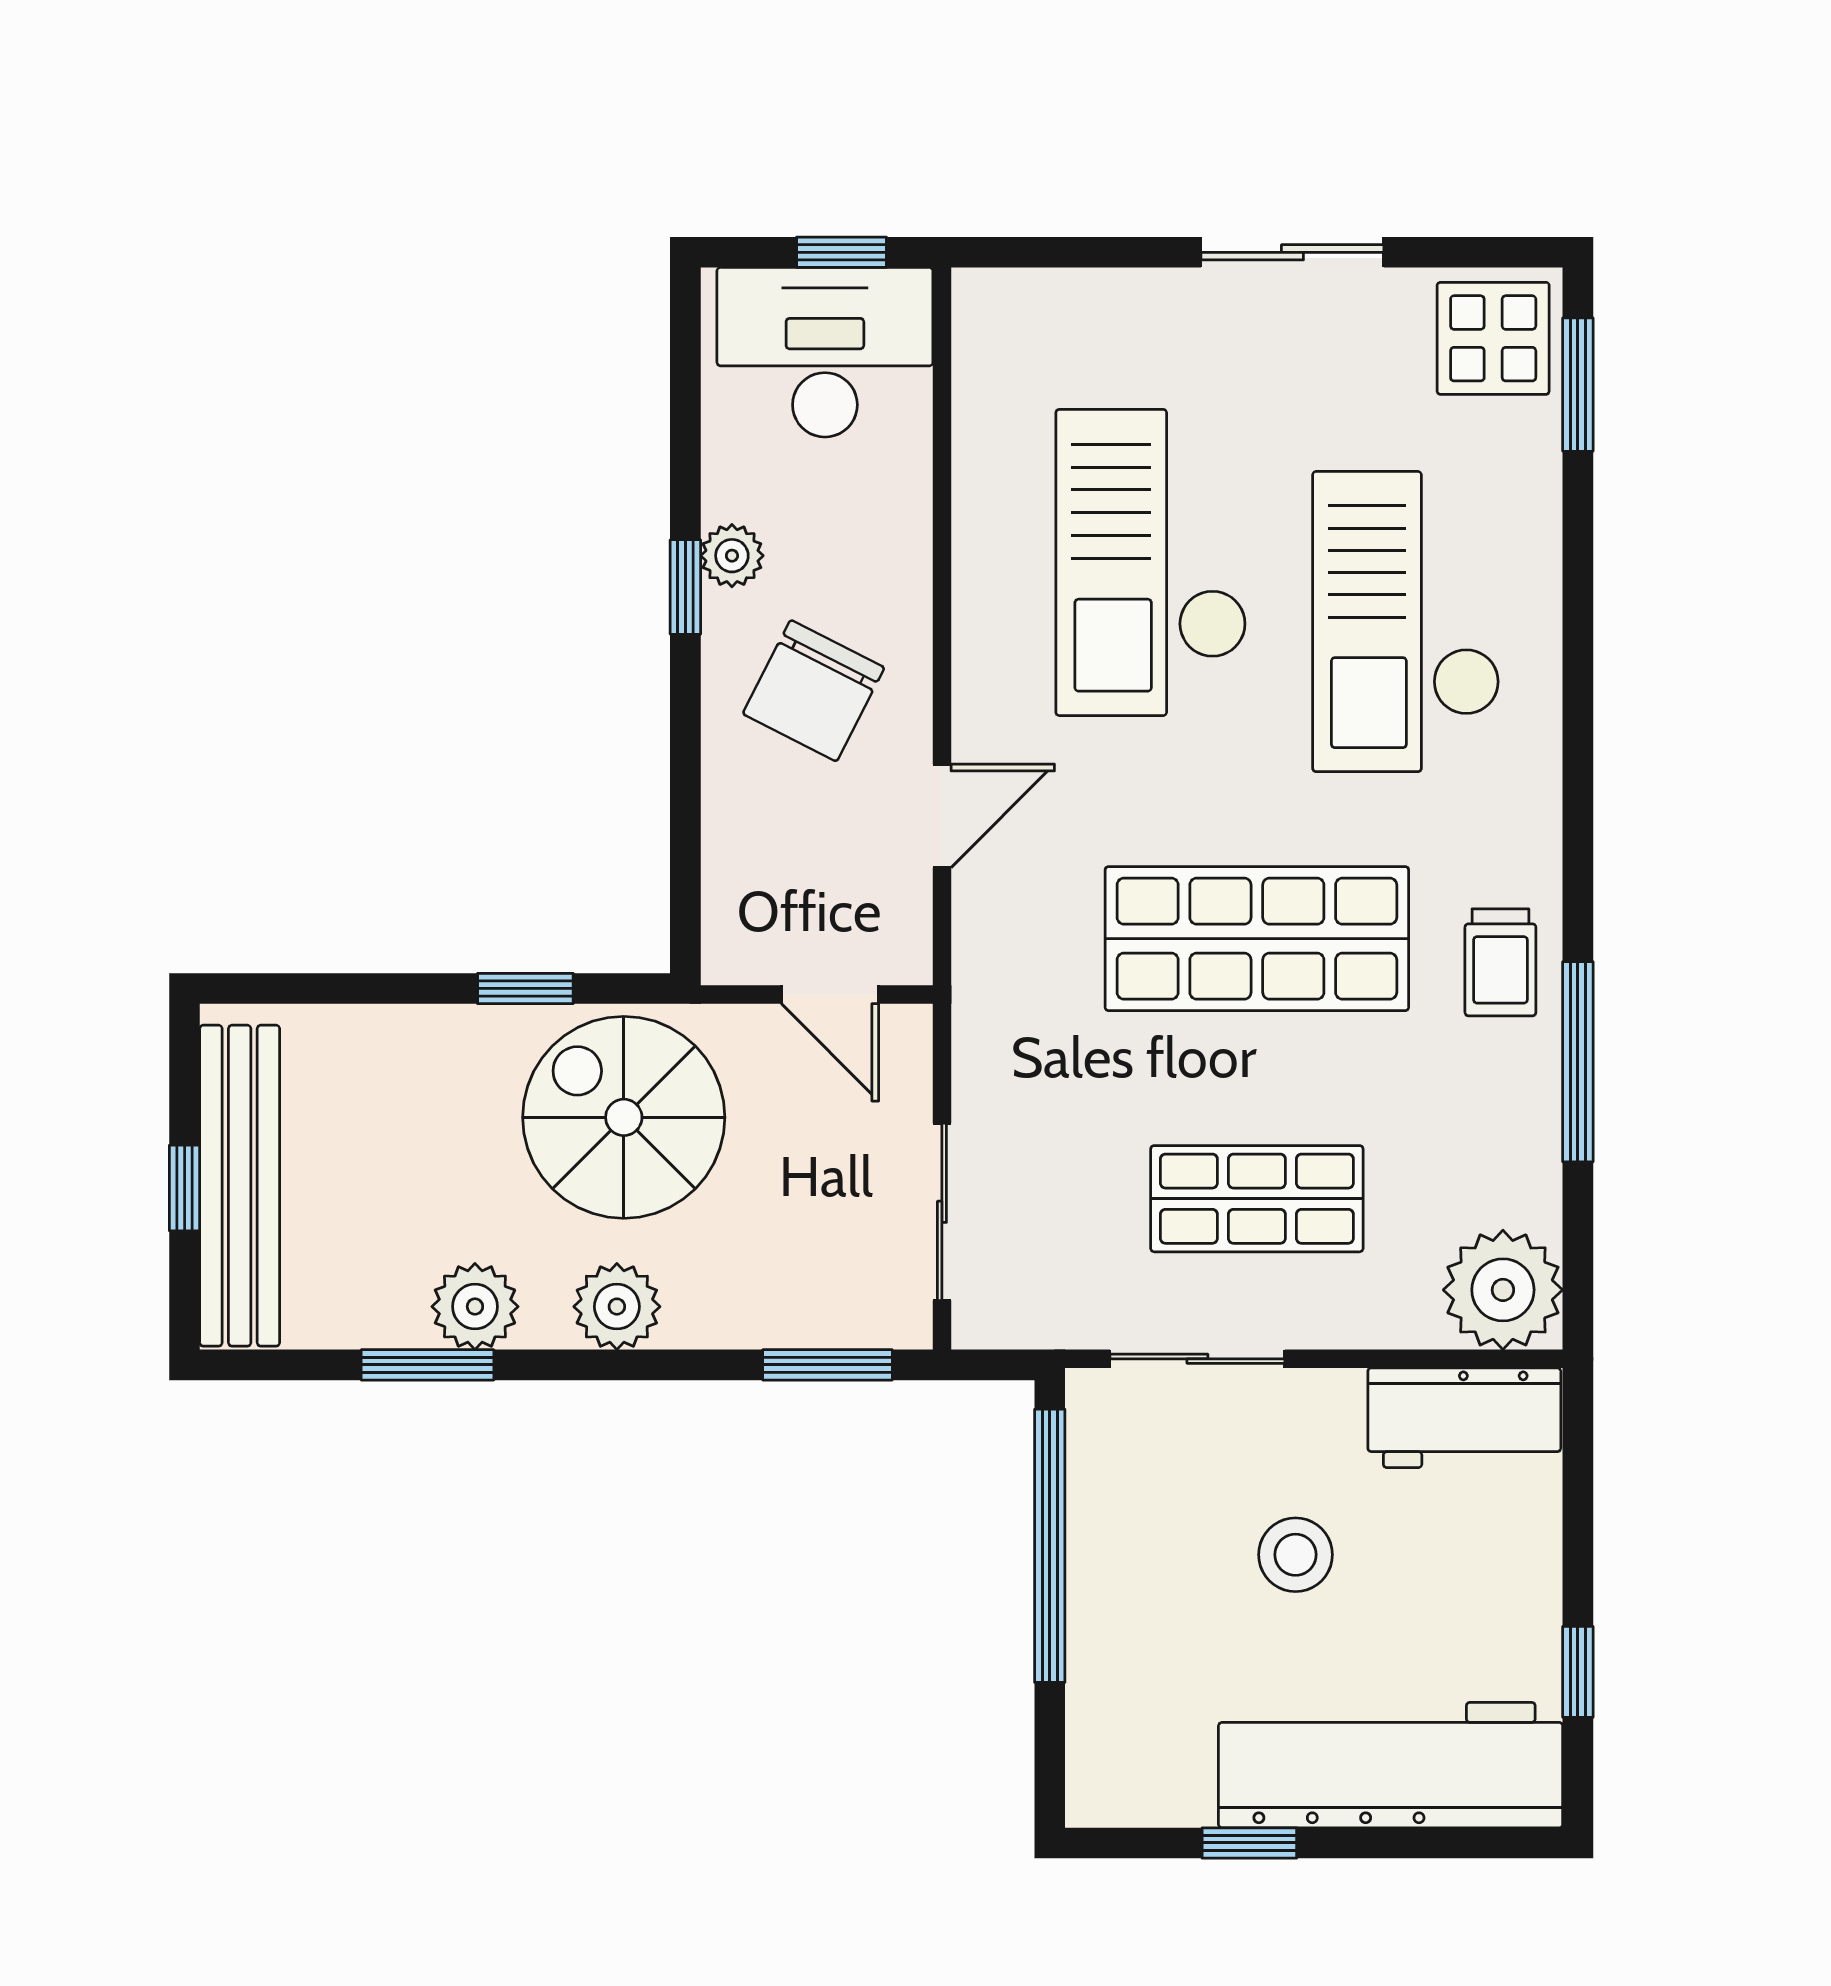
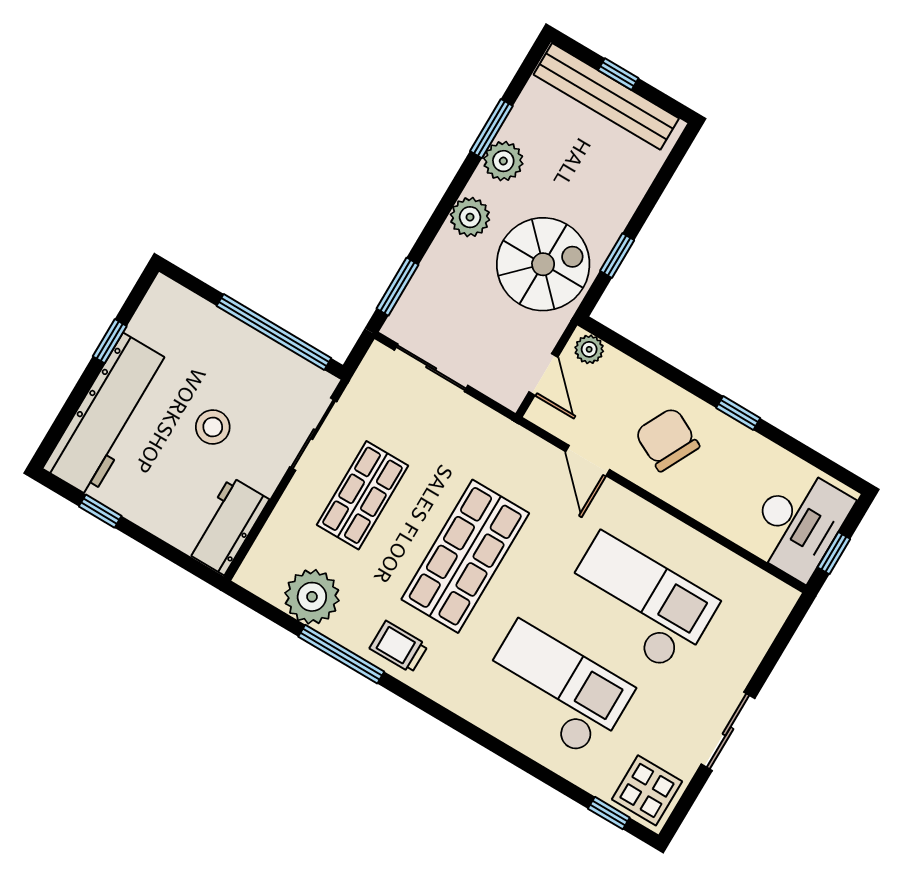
window: (1578, 385) -> (609, 813), width x0.67
plant: (732, 556) -> (589, 349), moved
door: (830, 995) -> (543, 374), swing flipped
plant: (1503, 1290) -> (312, 597), moved

